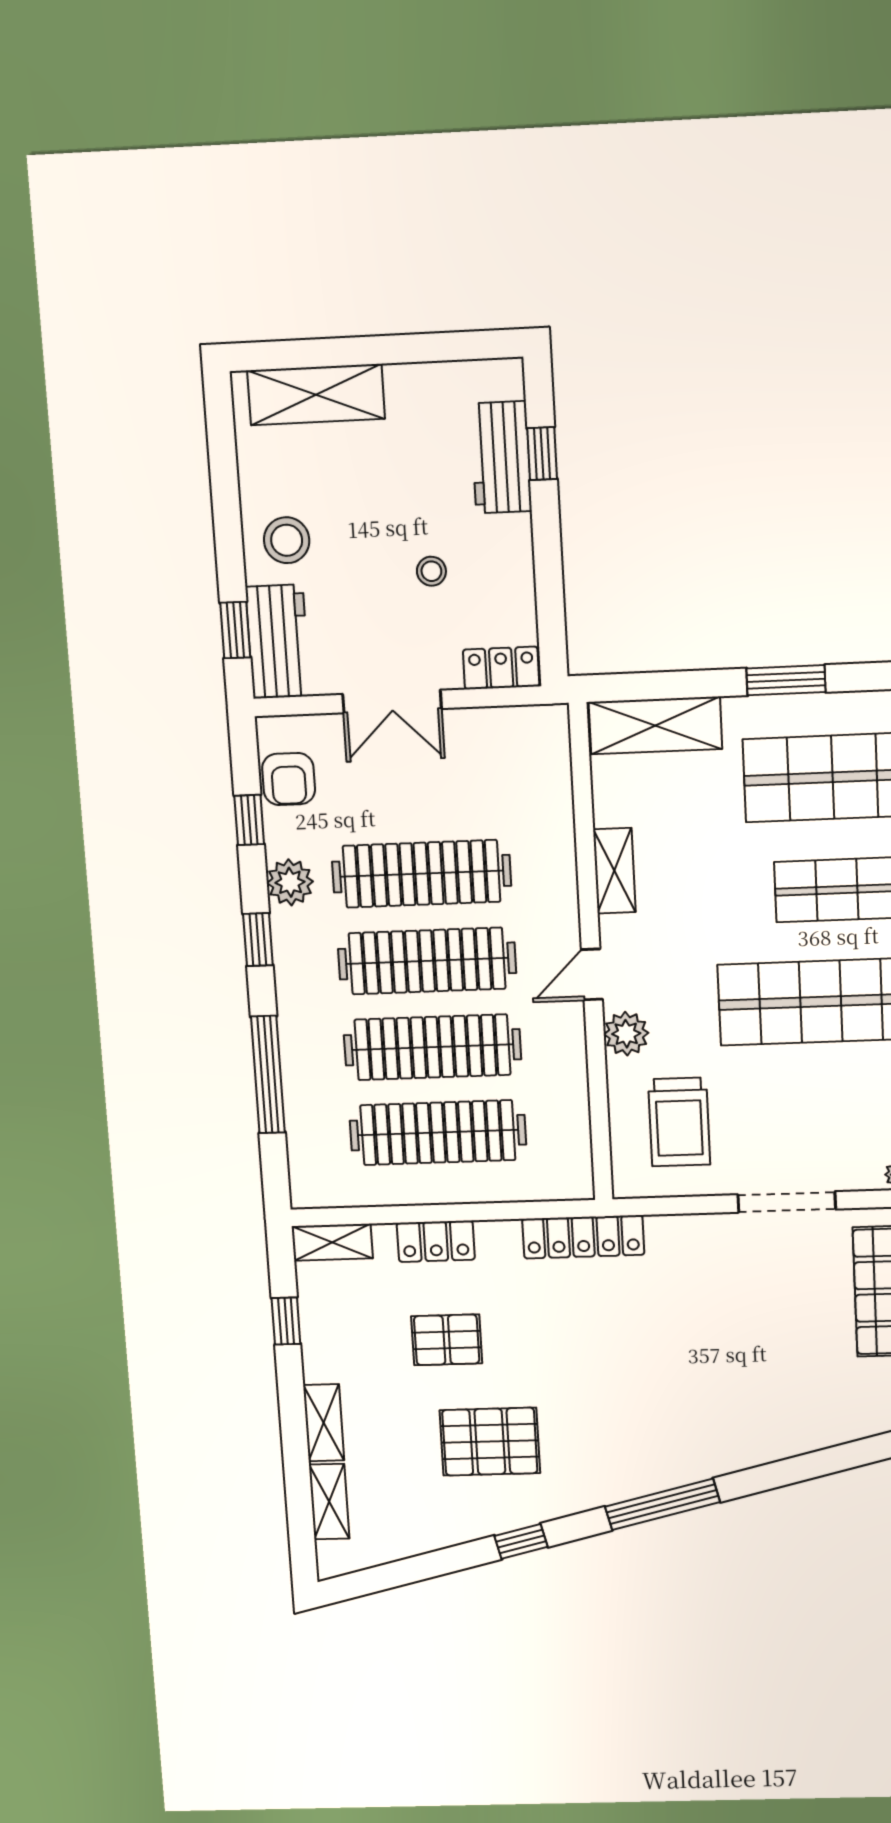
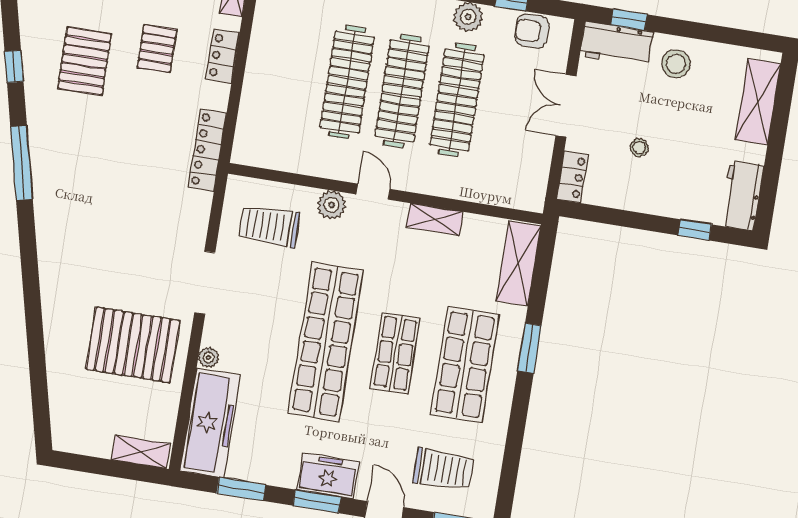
workbench: (501, 457) -> (742, 196), moved, turned -90
clothes rail: (438, 1133) -> (292, 73), removed

